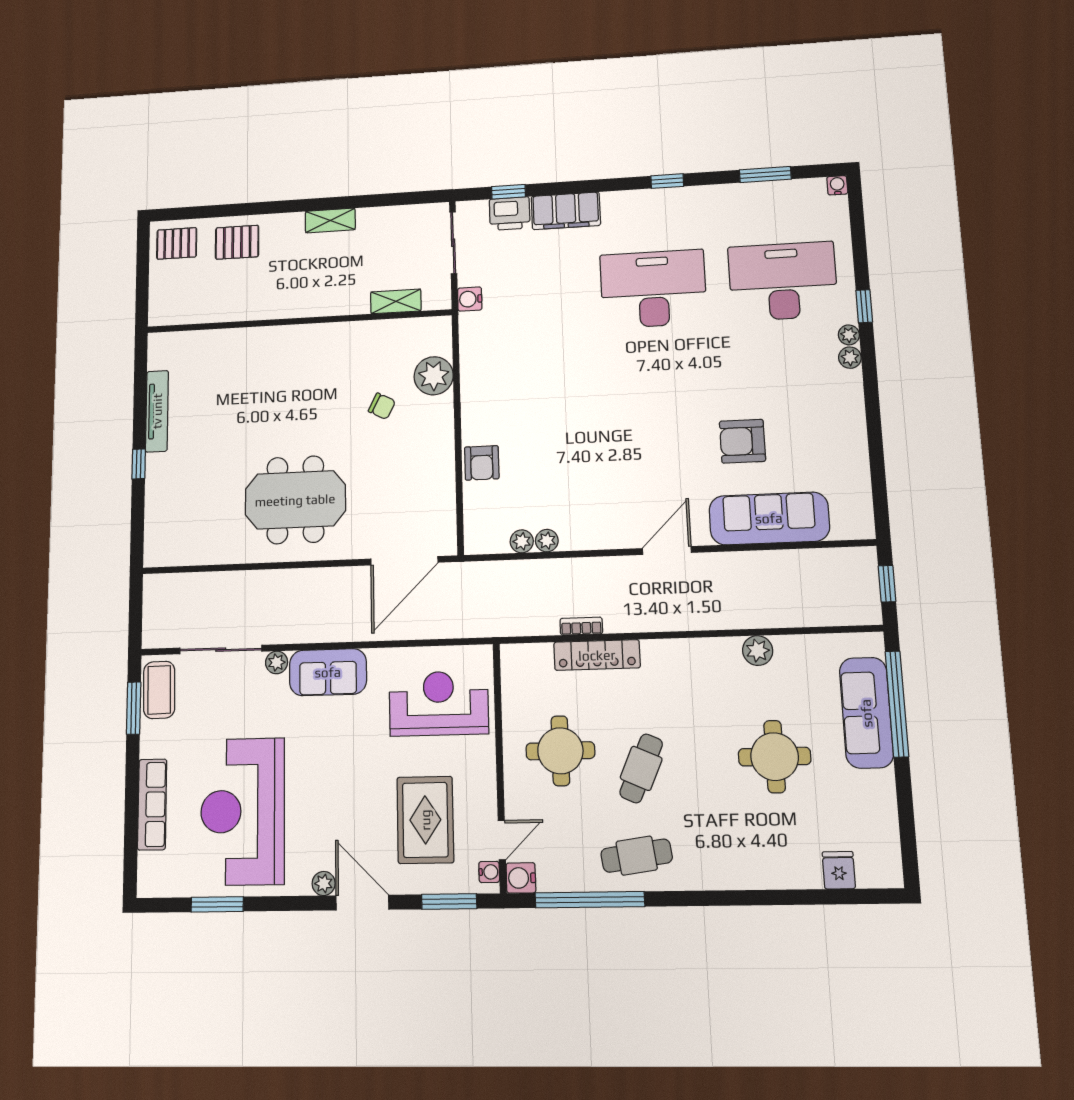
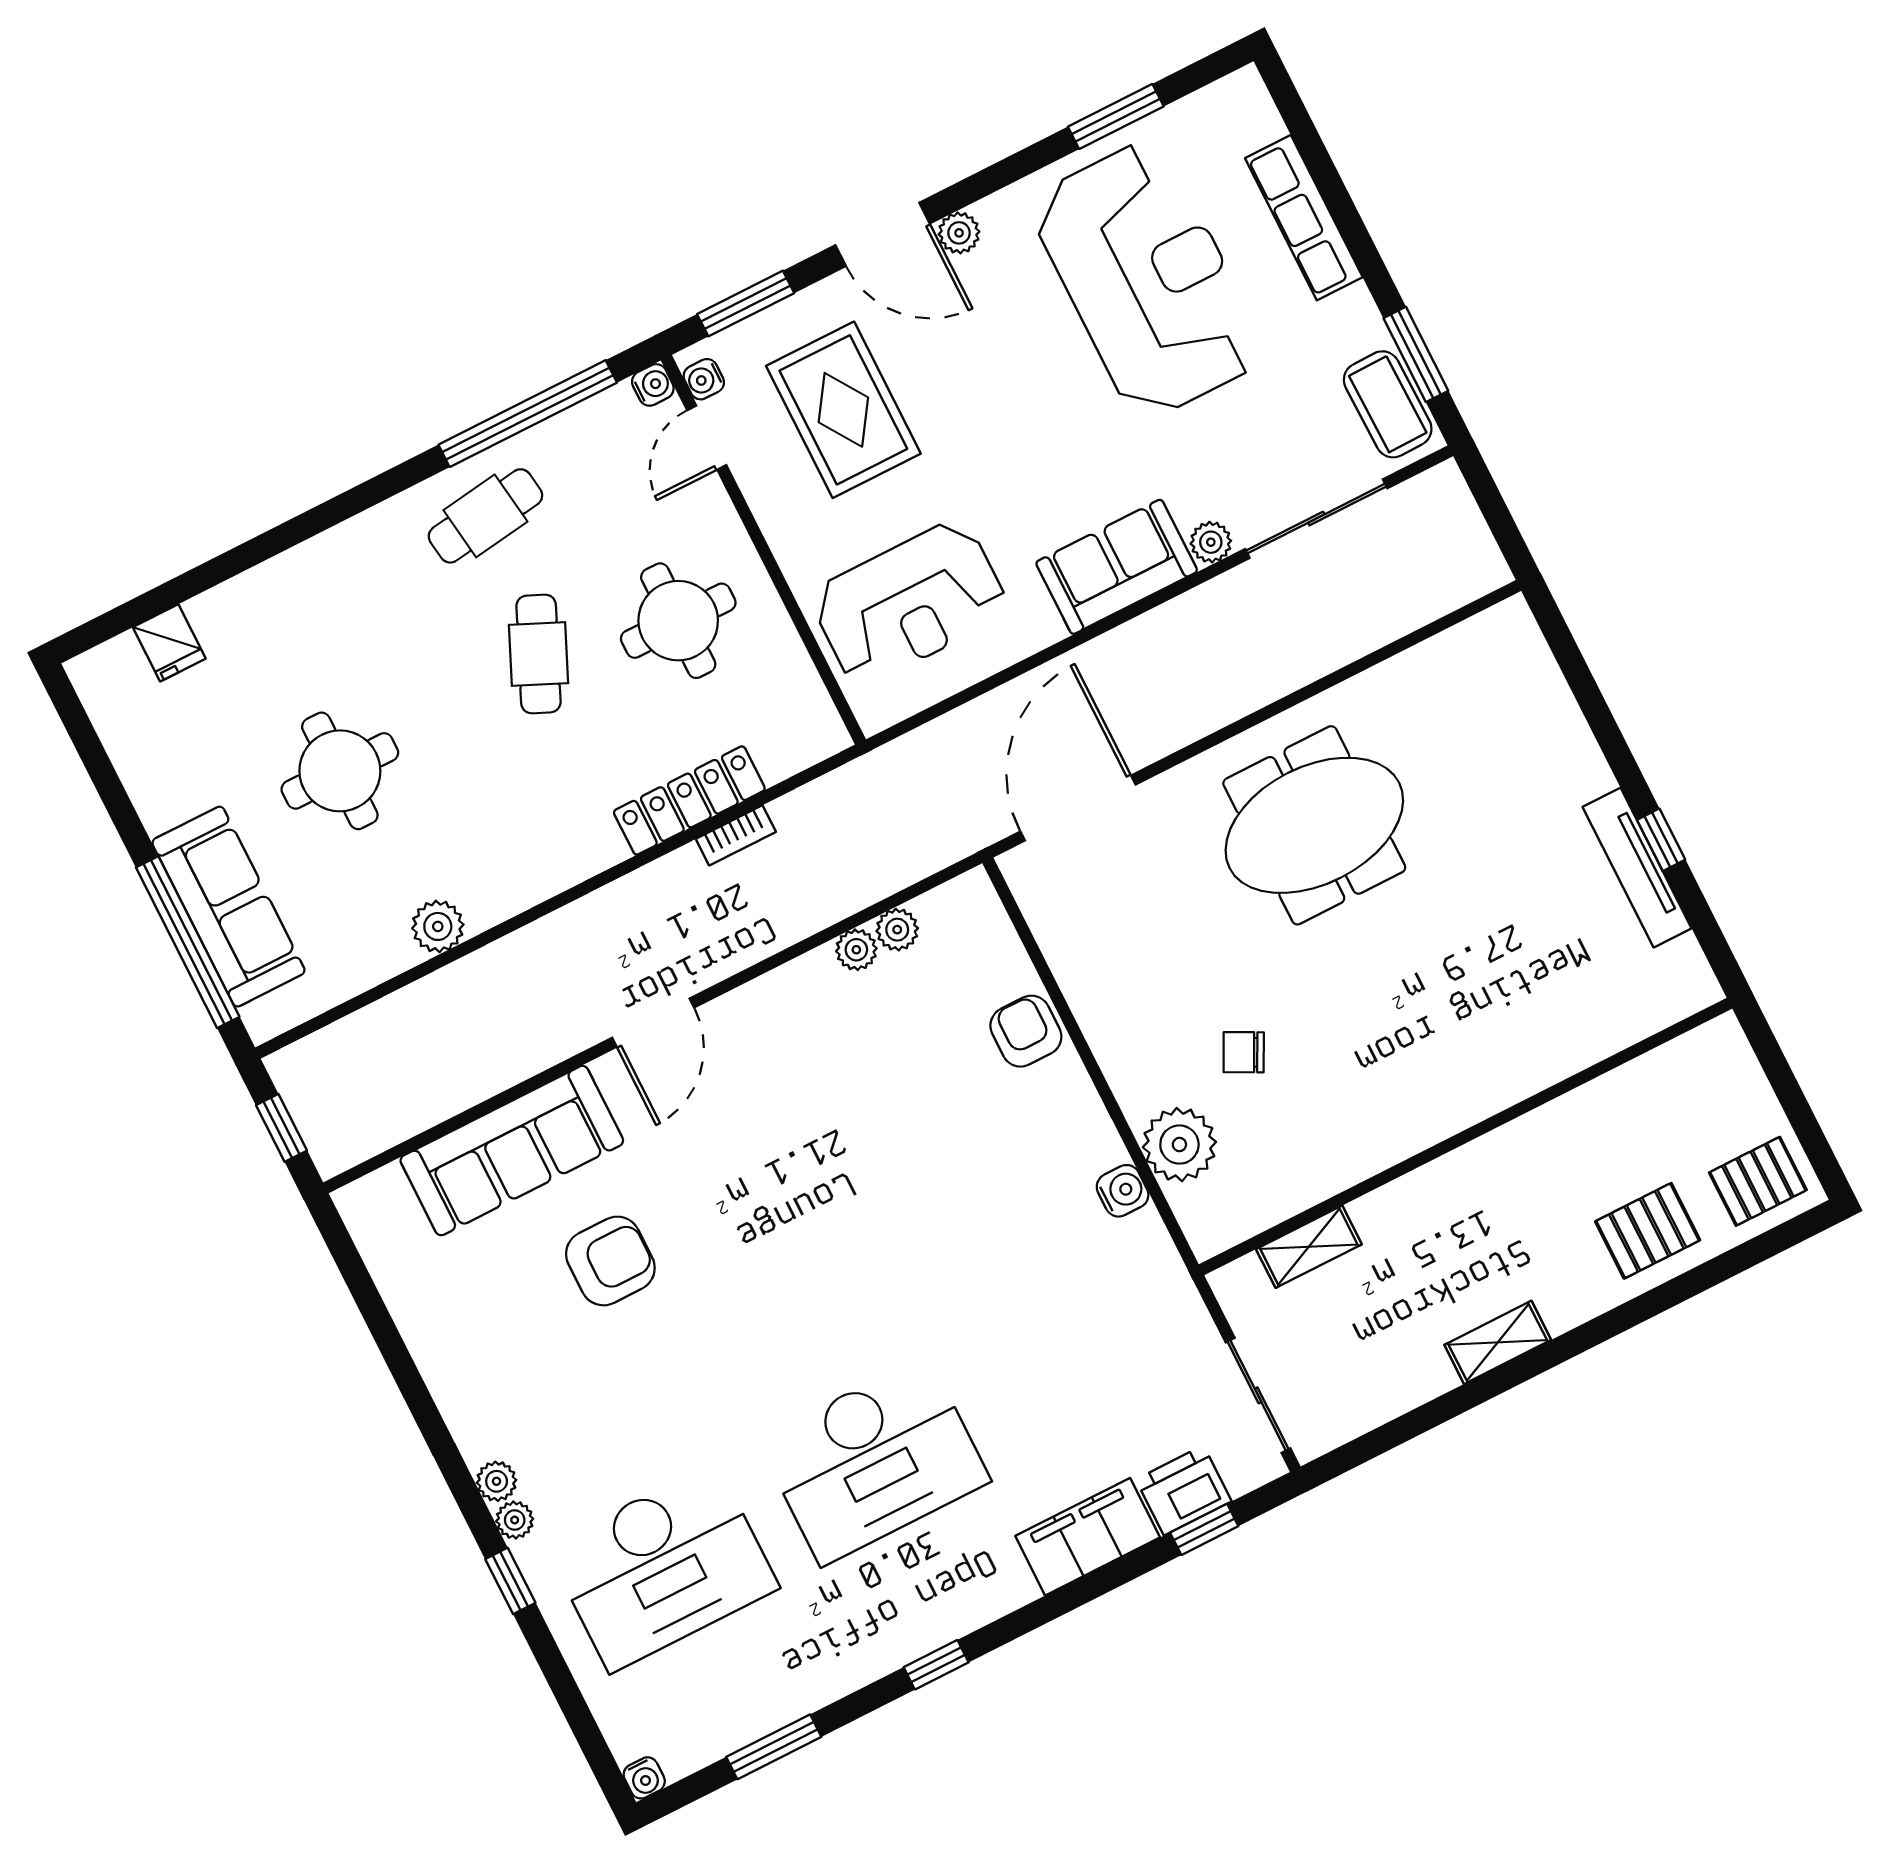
water cooler: (470, 299) -> (1123, 1191), moved
window: (139, 464) -> (1661, 840), moved
water cooler: (521, 878) -> (653, 385), width x0.72, depth x0.72

